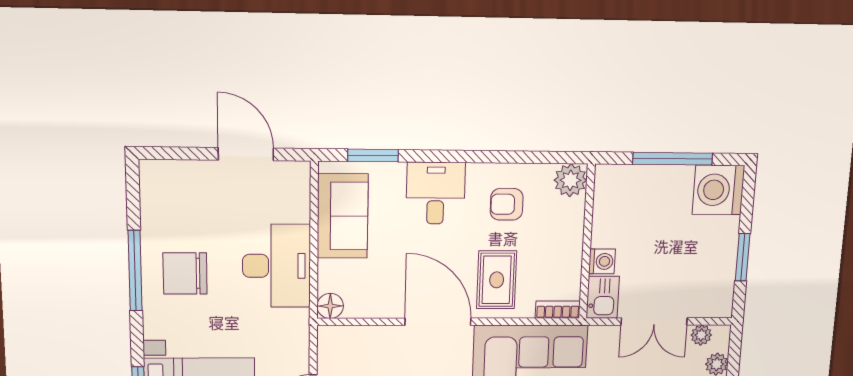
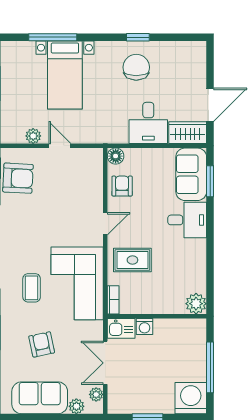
wardrobe: (293, 191) -> (188, 133), added
armchair: (507, 204) -> (122, 186), moved
sofa: (343, 216) -> (191, 174), moved, turned 90
desk: (277, 266) -> (148, 123), width x0.73
window: (135, 271) -> (138, 37), width x0.46
door: (438, 322) -> (105, 224), width x0.53

